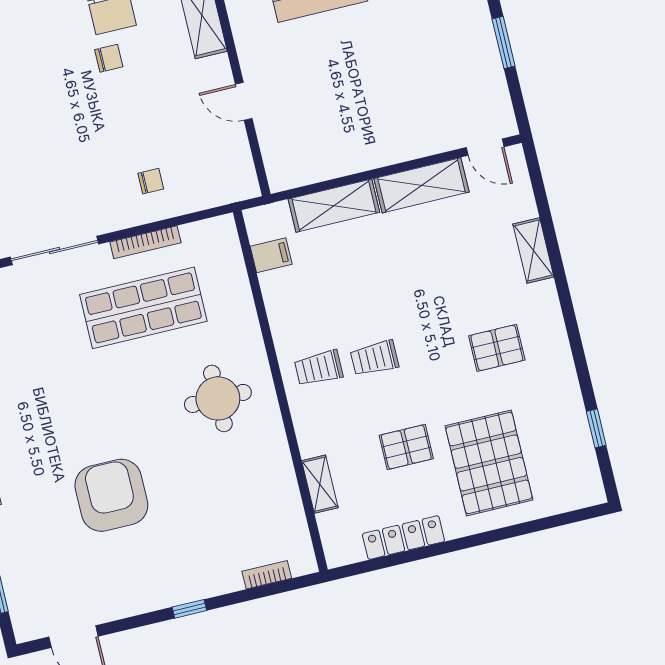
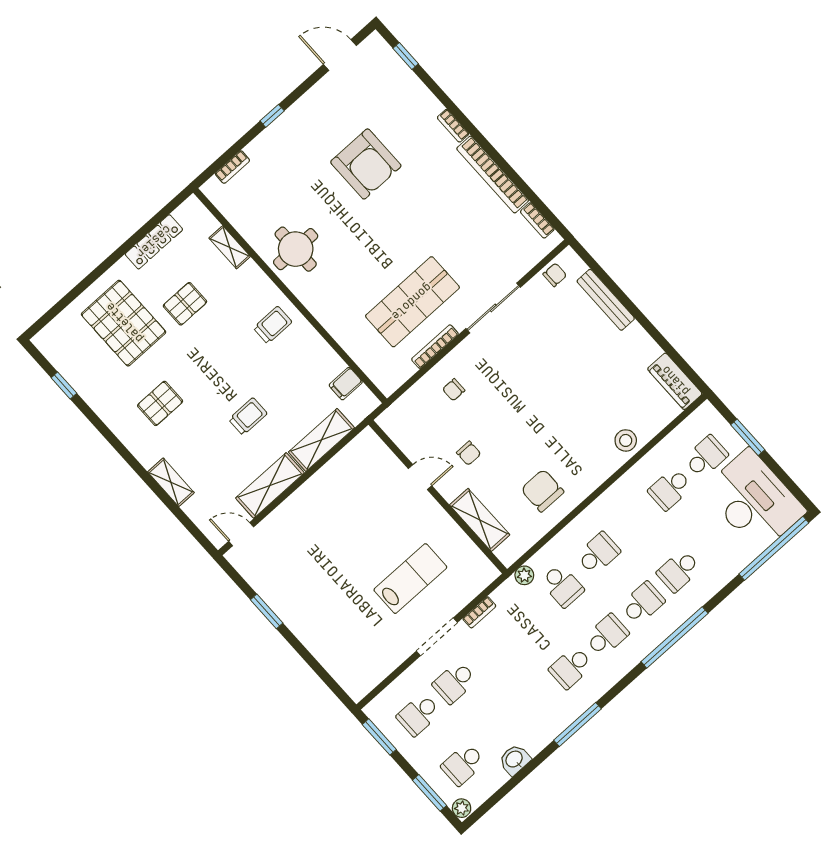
chair: (109, 58) -> (469, 453), moved, turned -90
trolley: (374, 358) -> (248, 416), moved
round table: (218, 398) -> (296, 249), moved

